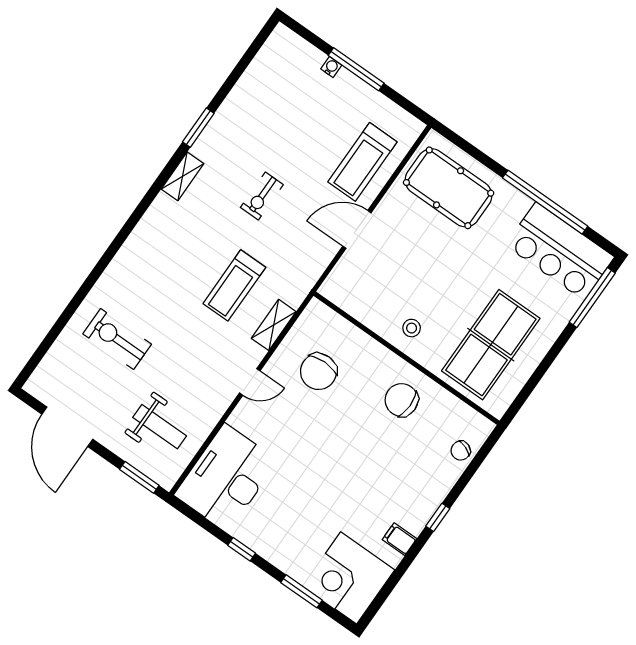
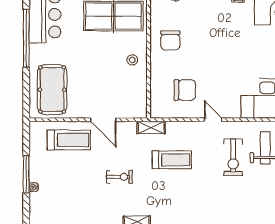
shelving: (274, 325) -> (151, 127), moved
exercise bike: (117, 339) -> (233, 157), moved

